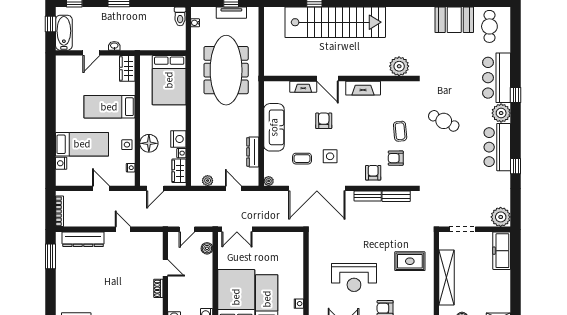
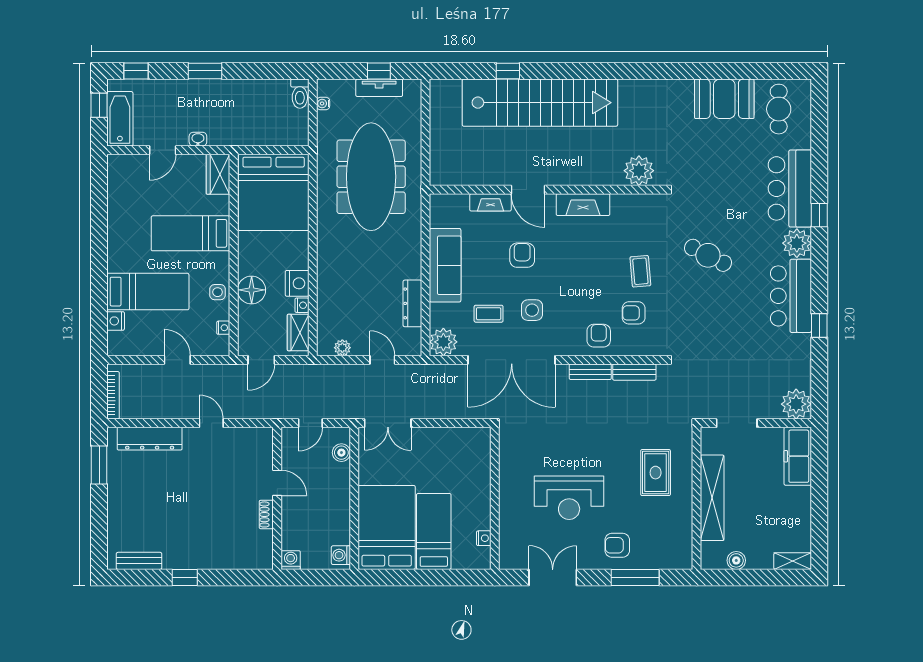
bed: (169, 80) -> (274, 192), width x1.36
plant: (269, 181) -> (443, 342), width x1.87, depth x1.87
rug: (410, 261) -> (656, 473), turned 90

